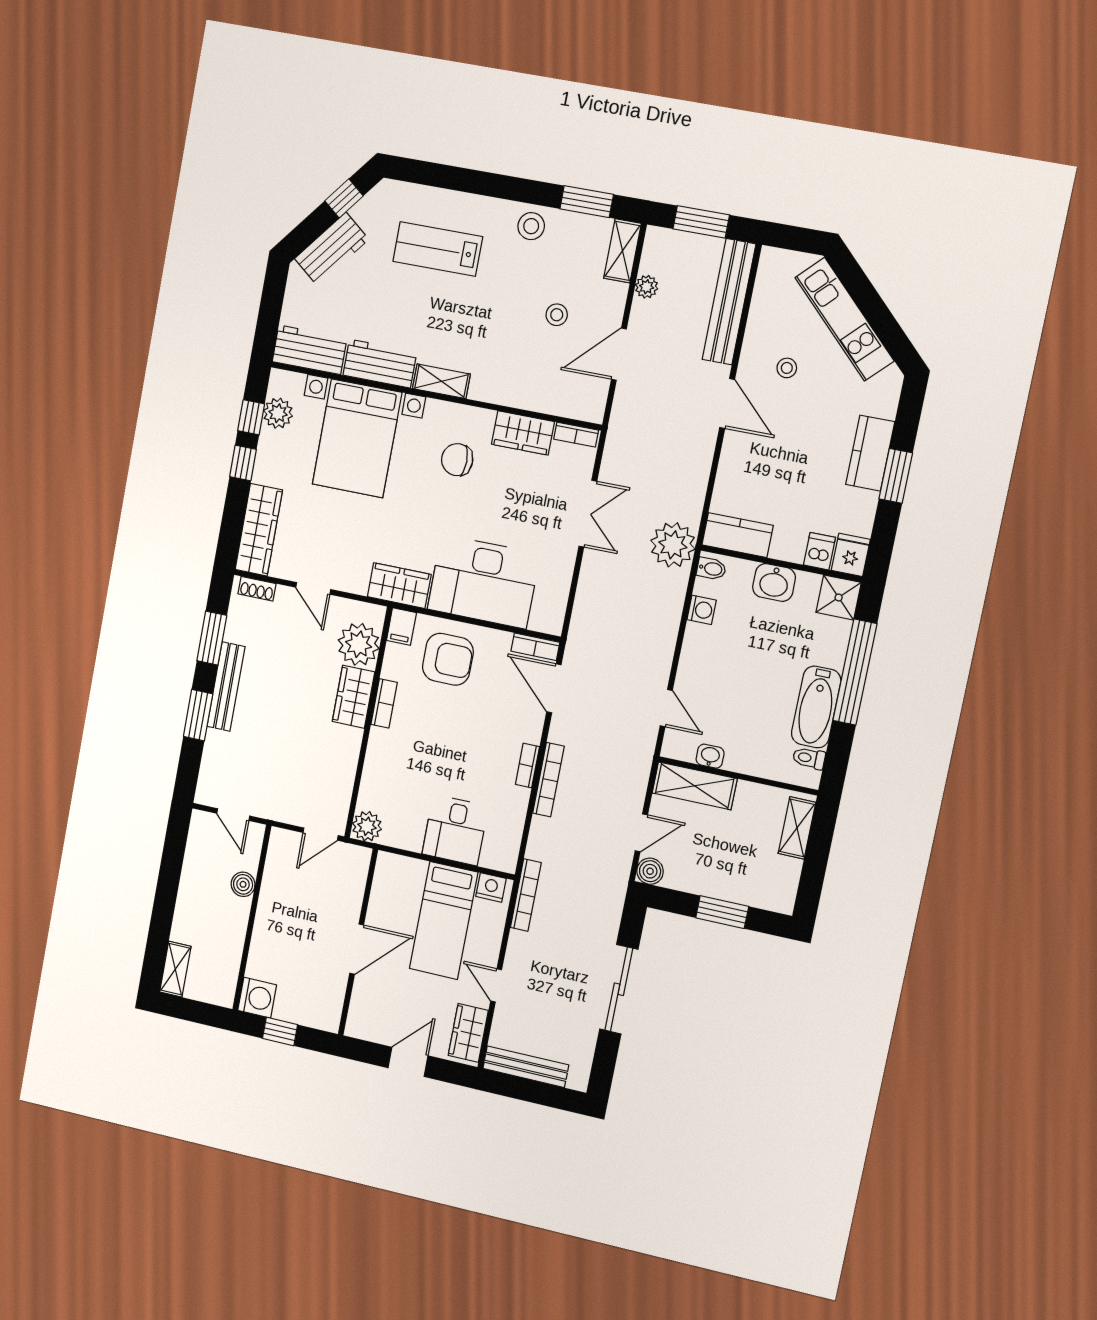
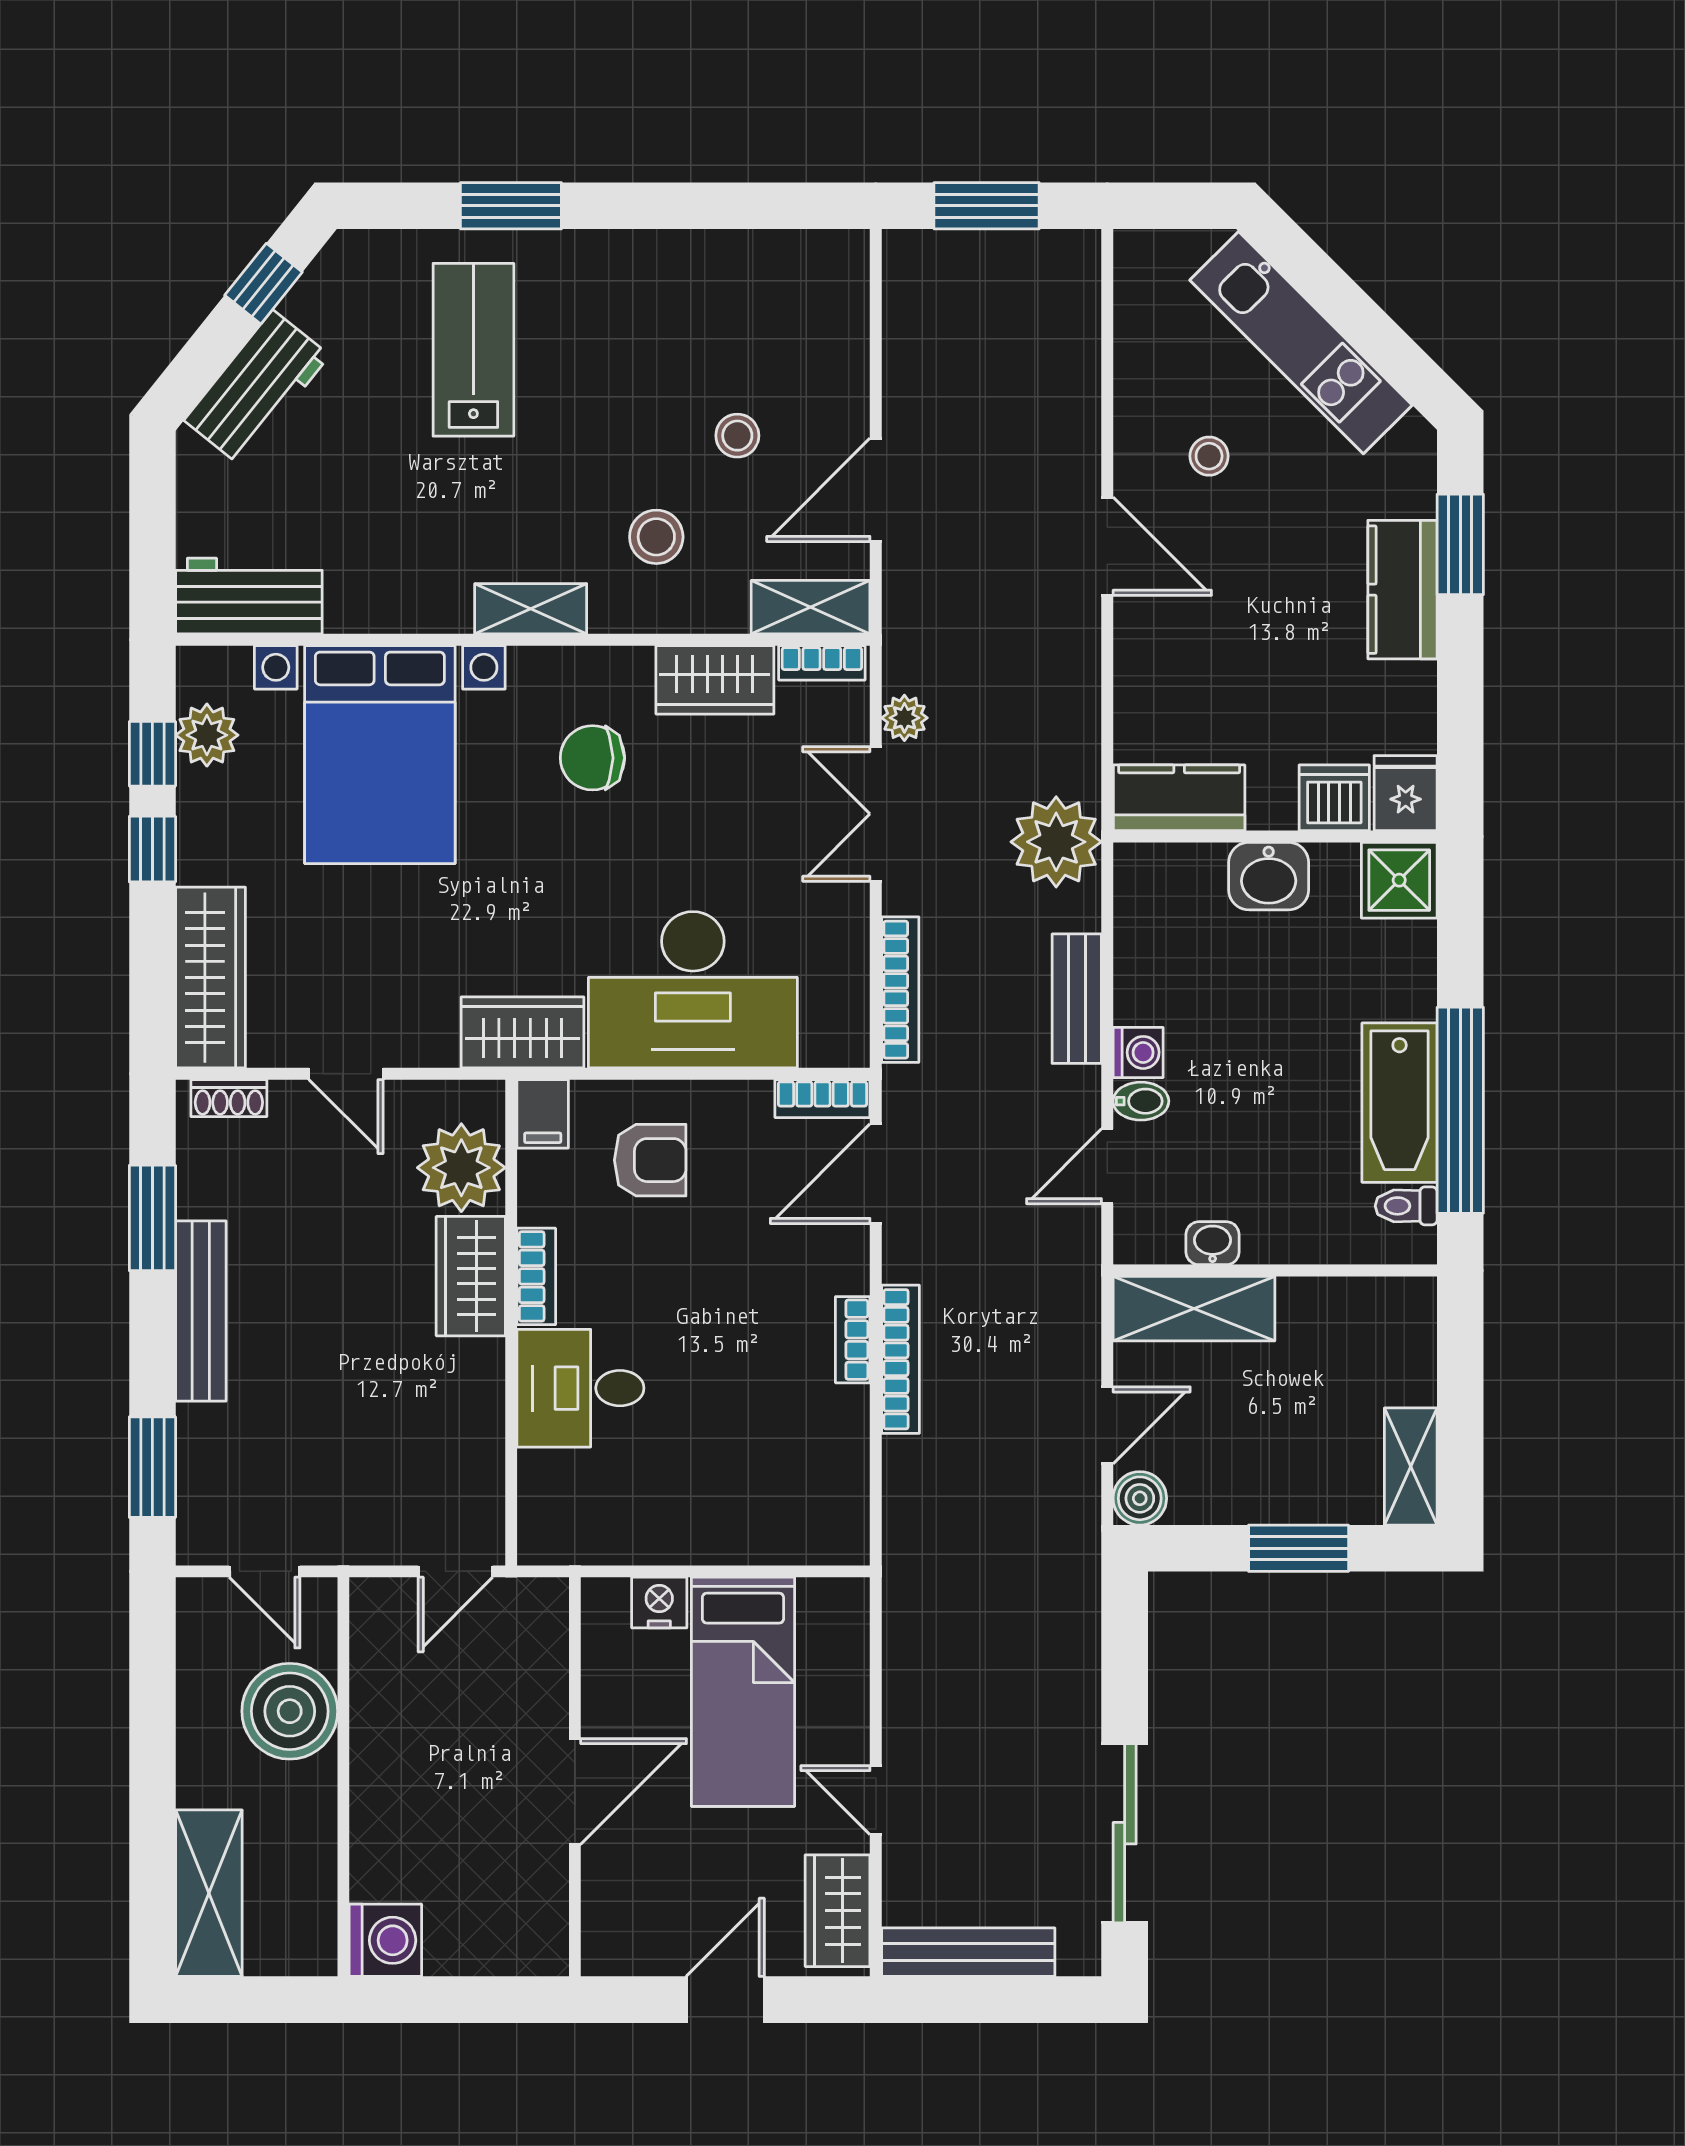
window: (587, 202) -> (511, 206), moved
stool: (531, 226) -> (656, 537), moved
lab bench: (438, 249) -> (473, 350), turned 90
shelving: (622, 251) -> (811, 607), moved, turned 90
plant: (647, 287) -> (904, 718), moved
bench: (729, 302) -> (1077, 999), moved, width x0.54, depth x0.82
workbench: (380, 364) -> (398, 597), removed
window: (896, 476) -> (1460, 544), moved
double door: (588, 514) -> (876, 814), swing flipped
dishwasher: (819, 551) -> (1334, 798), width x1.38
bidet: (711, 569) -> (1141, 1101), moved
washing machine: (702, 610) -> (1138, 1052), moved
armchair: (448, 659) -> (650, 1160), width x0.72, depth x0.72
window: (855, 672) -> (1460, 1110), moved
door: (554, 688) -> (876, 1174), hinge flipped
door: (666, 708) -> (1107, 1166), swing flipped
window: (198, 715) -> (152, 1467), moved
plant: (367, 826) -> (548, 1534), removed
shelving: (797, 828) -> (1411, 1466), moved
desk: (455, 830) -> (580, 1388), moved, turned 90
boiler: (243, 884) -> (290, 1711), width x1.86, depth x1.86
nightstand: (491, 887) -> (659, 1603), moved
bookcase: (526, 895) -> (900, 990), moved
shelving: (175, 969) -> (209, 1893), width x1.50, depth x1.33
sliding door: (619, 989) -> (1125, 1833), moved
window: (280, 1031) -> (447, 2000), removed

